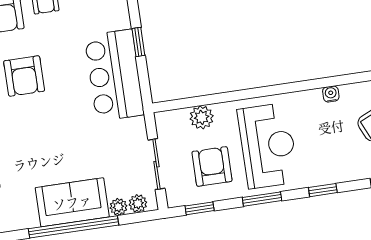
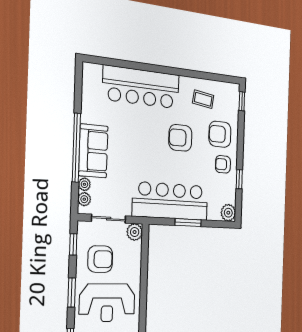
window: (138, 42) -> (188, 223), width x1.50
bar counter: (114, 75) -> (171, 201), width x1.36
plant: (202, 117) -> (135, 232), moved

